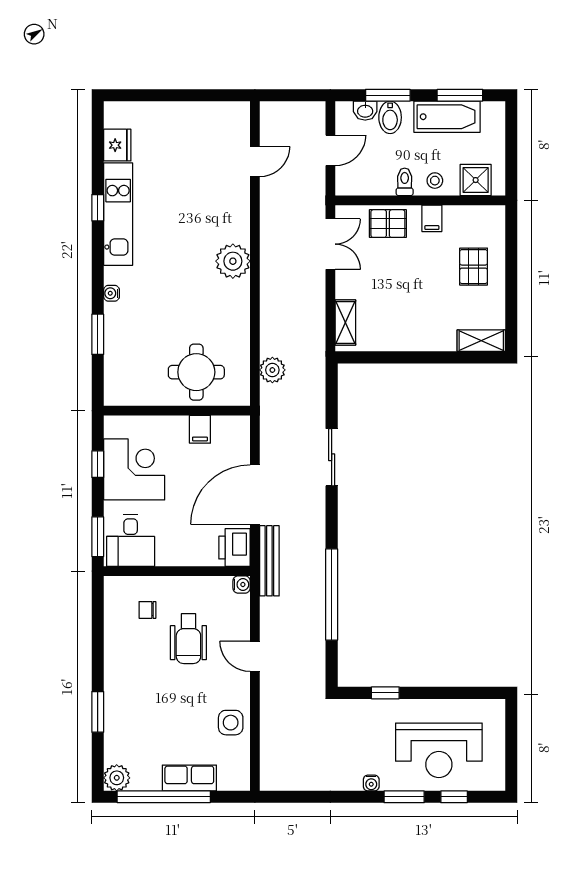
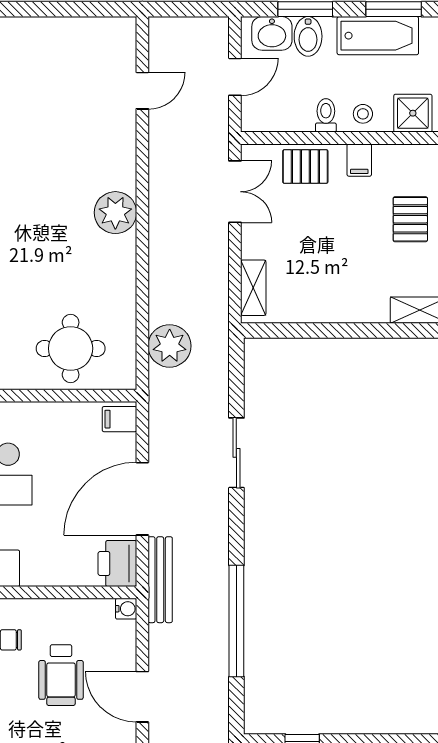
washbasin: (365, 111) -> (272, 33), width x1.38, depth x1.45
plant: (272, 370) -> (170, 346), width x1.36, depth x1.36
filing cabinet: (200, 429) -> (119, 419), moved, turned 90
door: (255, 656) -> (142, 697), width x1.38

